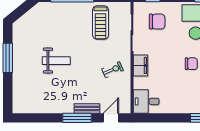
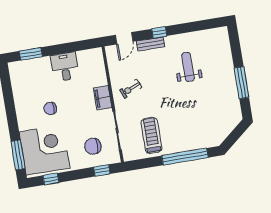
weight bench: (56, 61) -> (188, 67), moved, turned 90
desk: (146, 101) -> (65, 67), moved, turned -90
window: (77, 118) -> (159, 32), width x0.46

